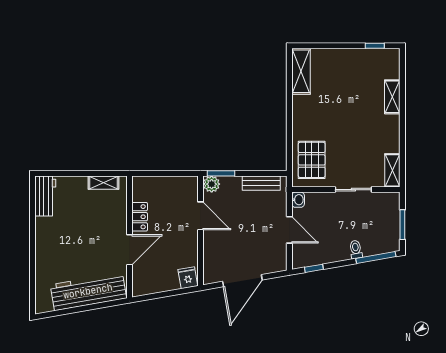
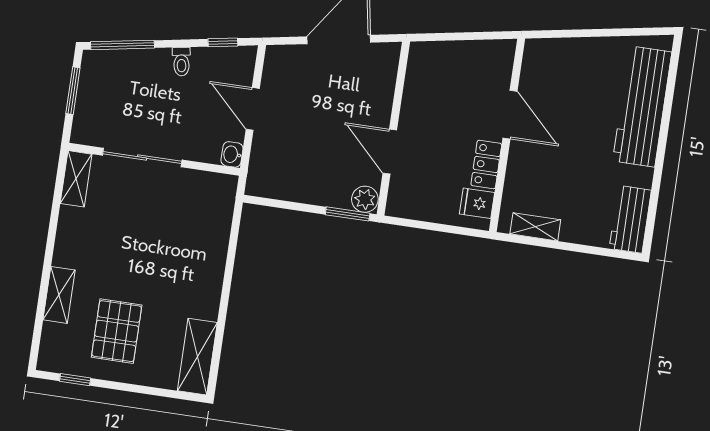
pallet: (312, 160) -> (117, 331), moved
bench: (261, 183) -> (286, 189), removed
sliding door: (353, 190) -> (142, 158), width x1.37
toilet: (356, 249) -> (181, 62), moved
door: (129, 250) -> (510, 115), swing flipped
fridge: (188, 278) -> (477, 203), moved, turned 100
workbench: (88, 291) -> (642, 106), moved, turned 100

